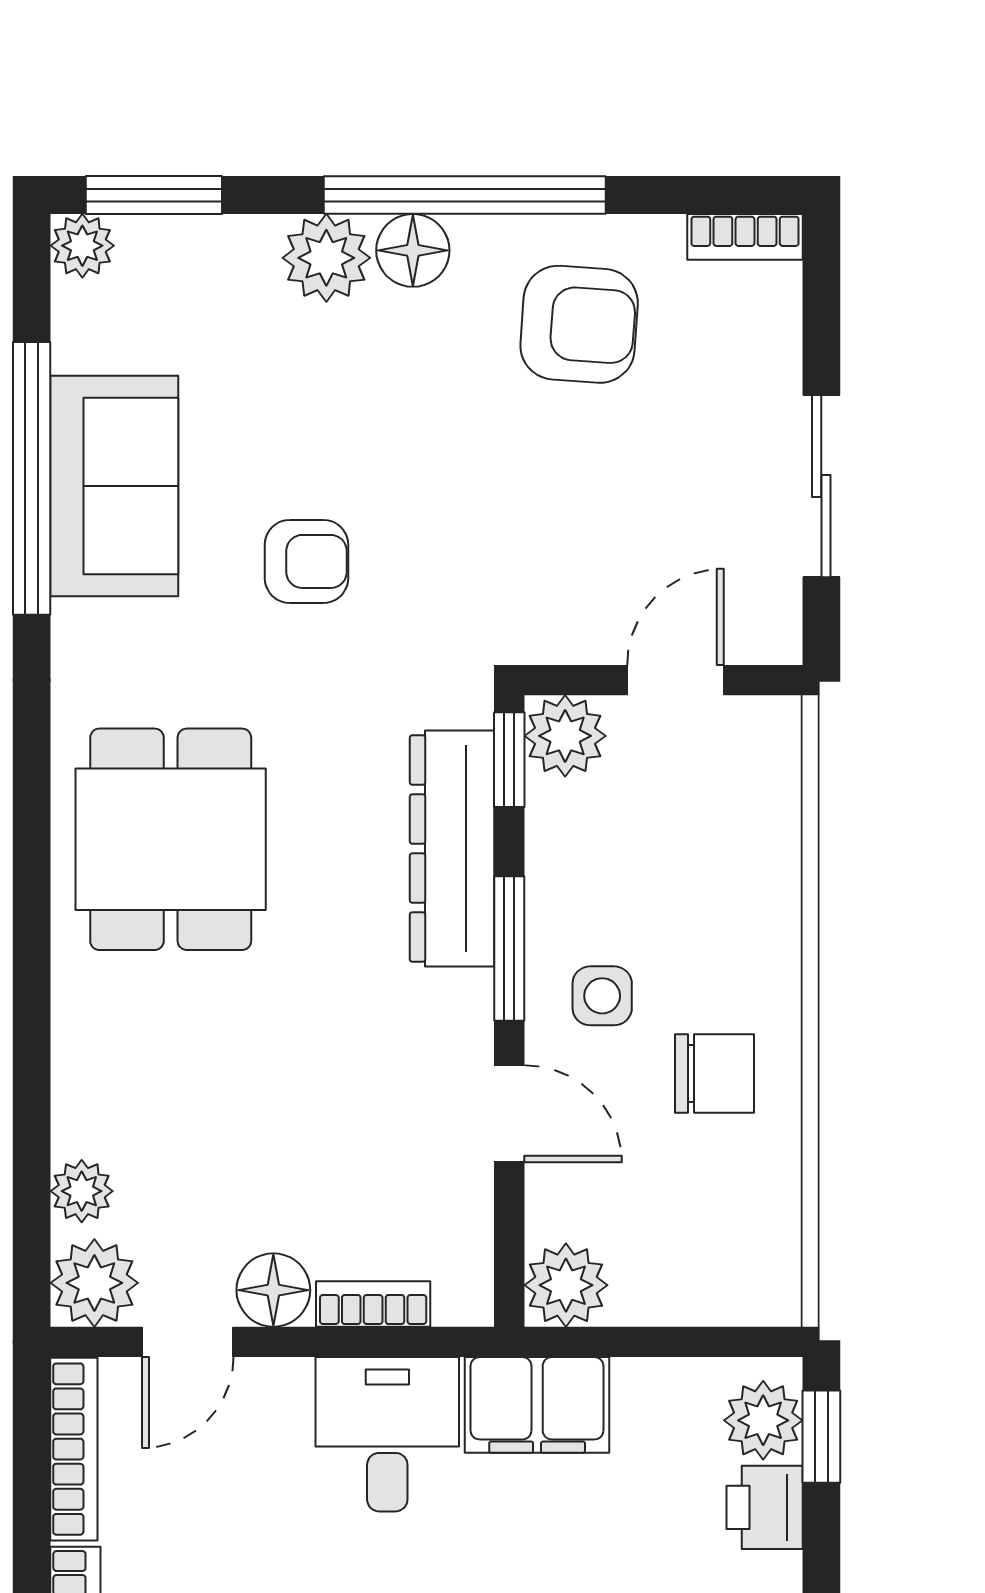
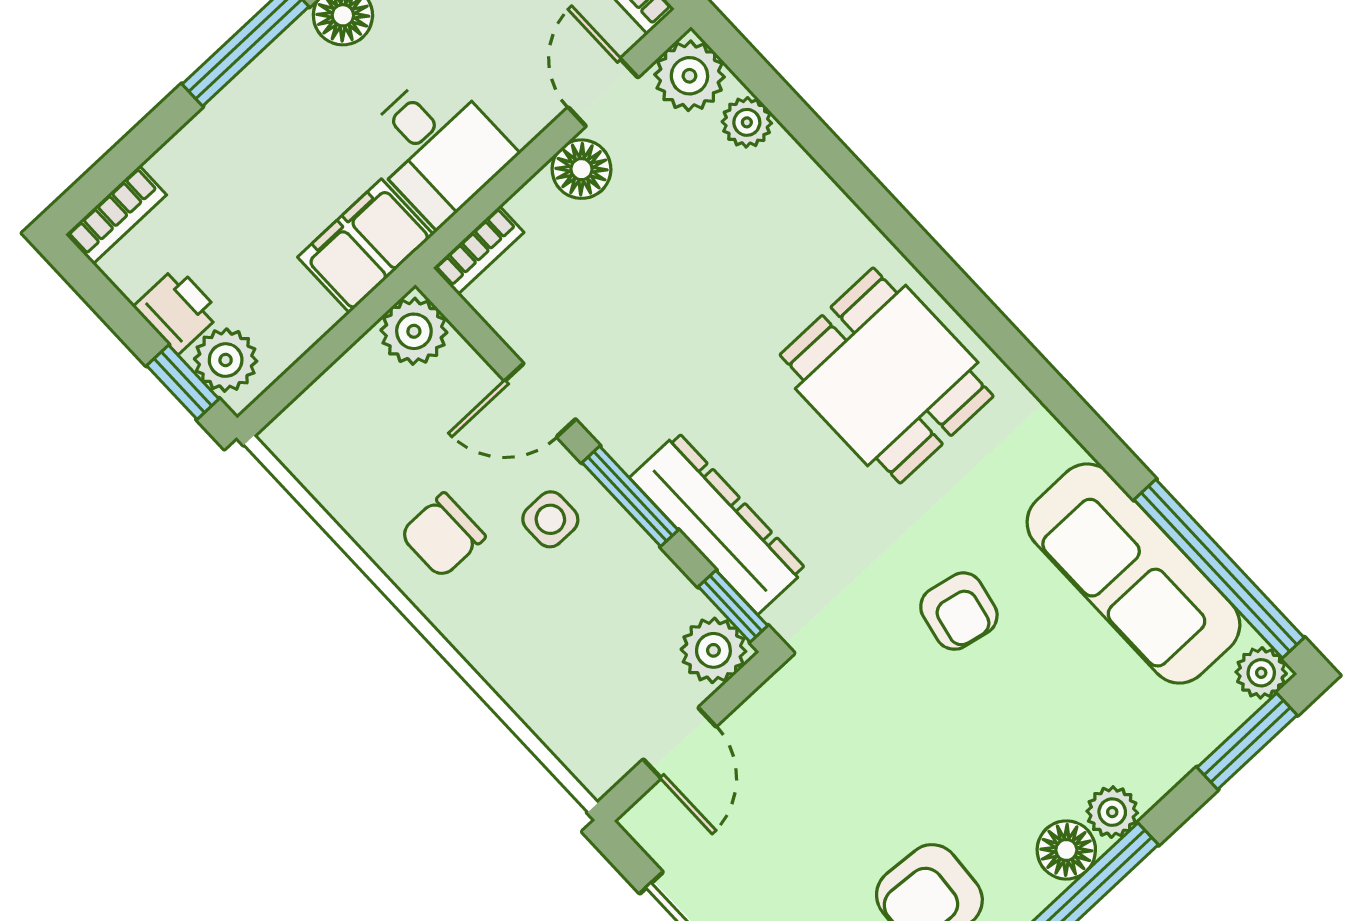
plant: (326, 258) -> (1112, 812), width x0.73, depth x0.73
window: (32, 478) -> (1219, 569), moved
sofa: (114, 486) -> (1133, 574), width x1.36
armchair: (306, 561) -> (959, 611), turned -78
bookcase: (373, 1304) -> (479, 250), moved

